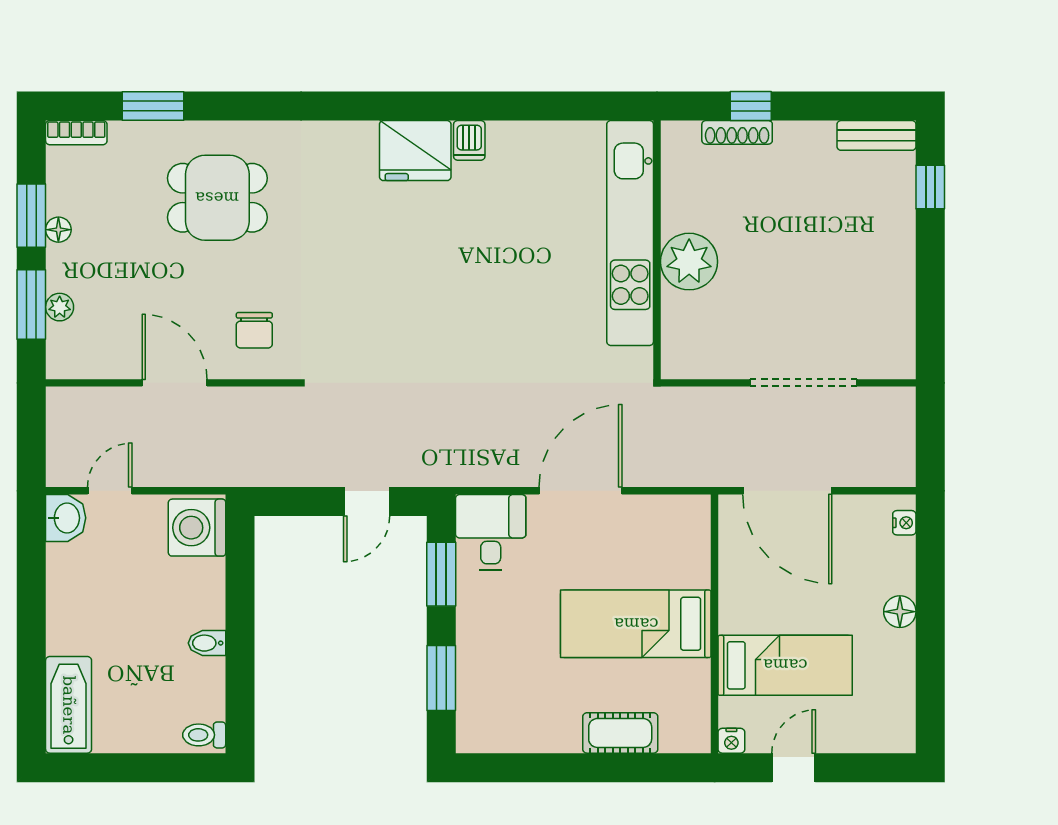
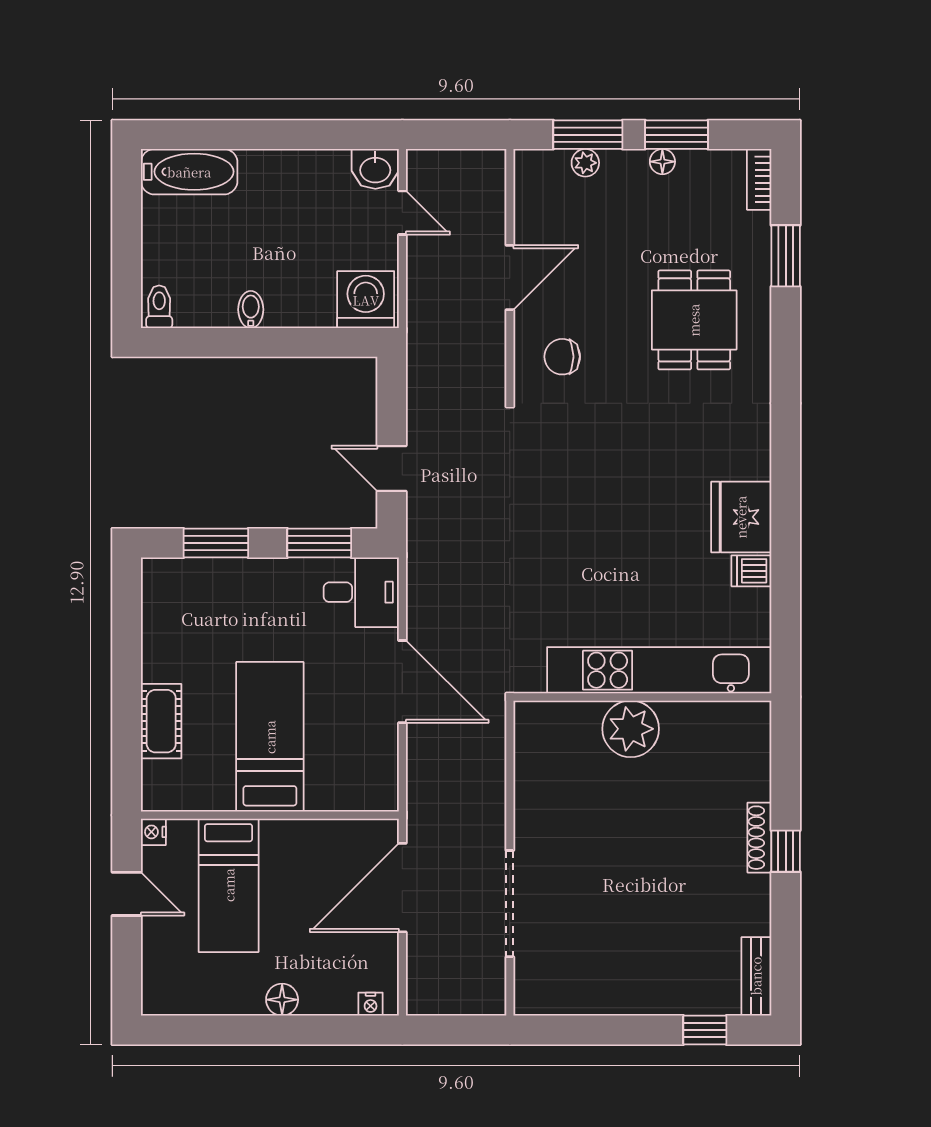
kitchen unit: (630, 233) -> (659, 670), moved
wall: (657, 250) -> (642, 697), moved
plant: (689, 262) -> (631, 729), moved

